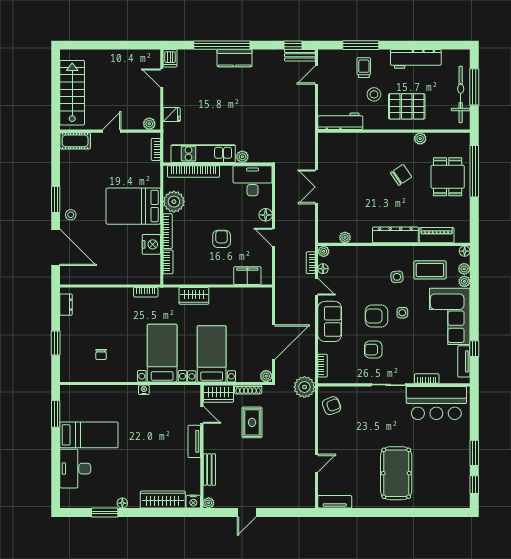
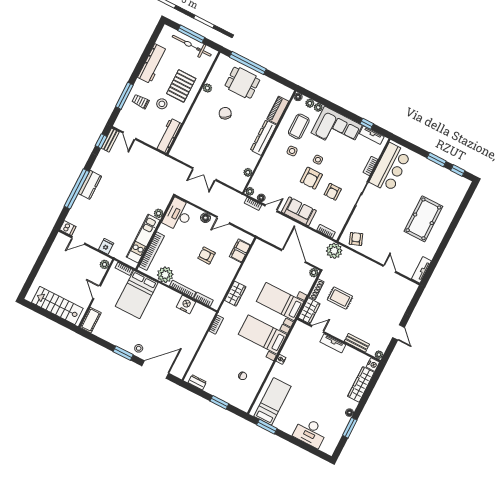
bed: (133, 206) -> (137, 294), moved
bed: (89, 435) -> (272, 401), moved
pool table: (396, 473) -> (423, 219), turned 90

